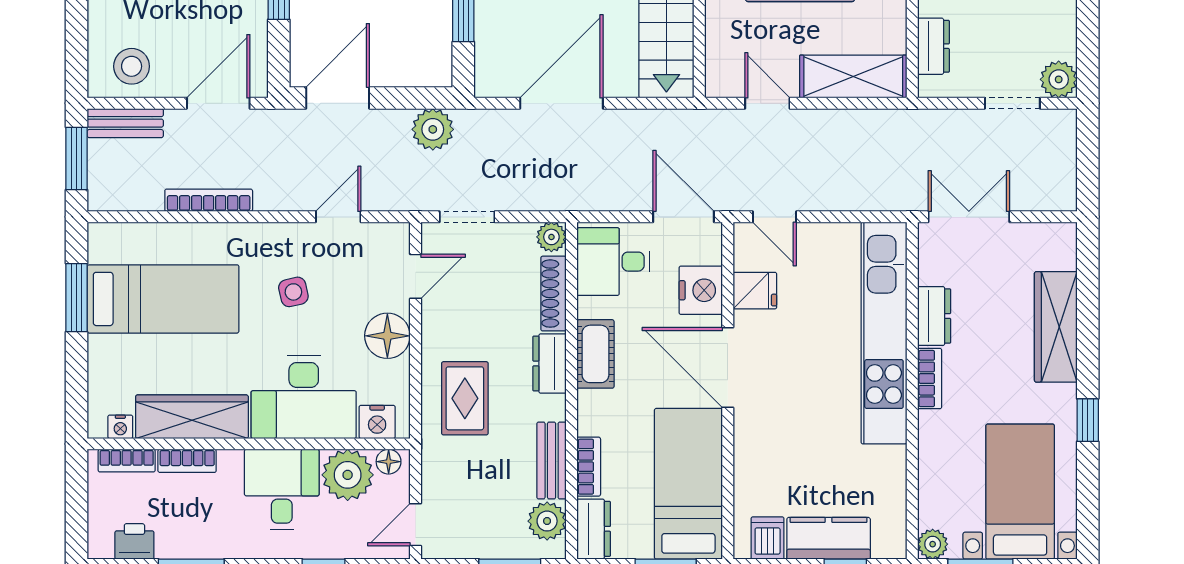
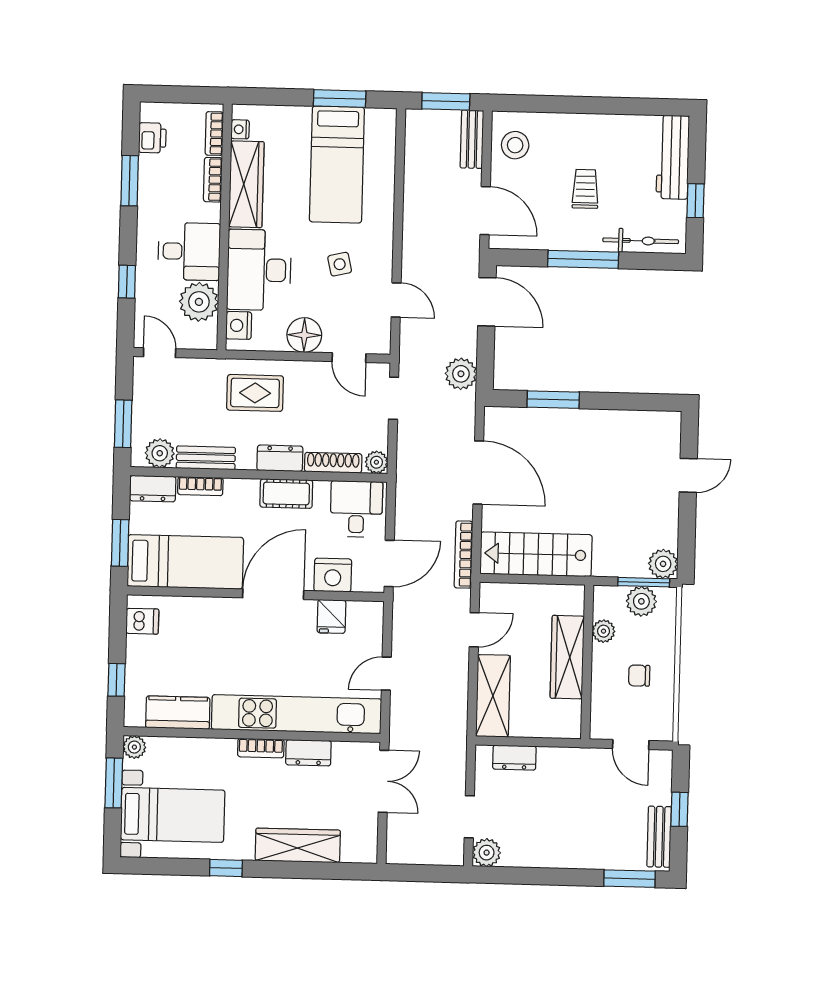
bookcase: (209, 200) -> (464, 555), moved, turned 180
door: (774, 217) -> (386, 674), moved
floor lamp: (389, 462) -> (208, 333), removed
kitchen counter: (829, 538) -> (178, 713), moved, turned -90

